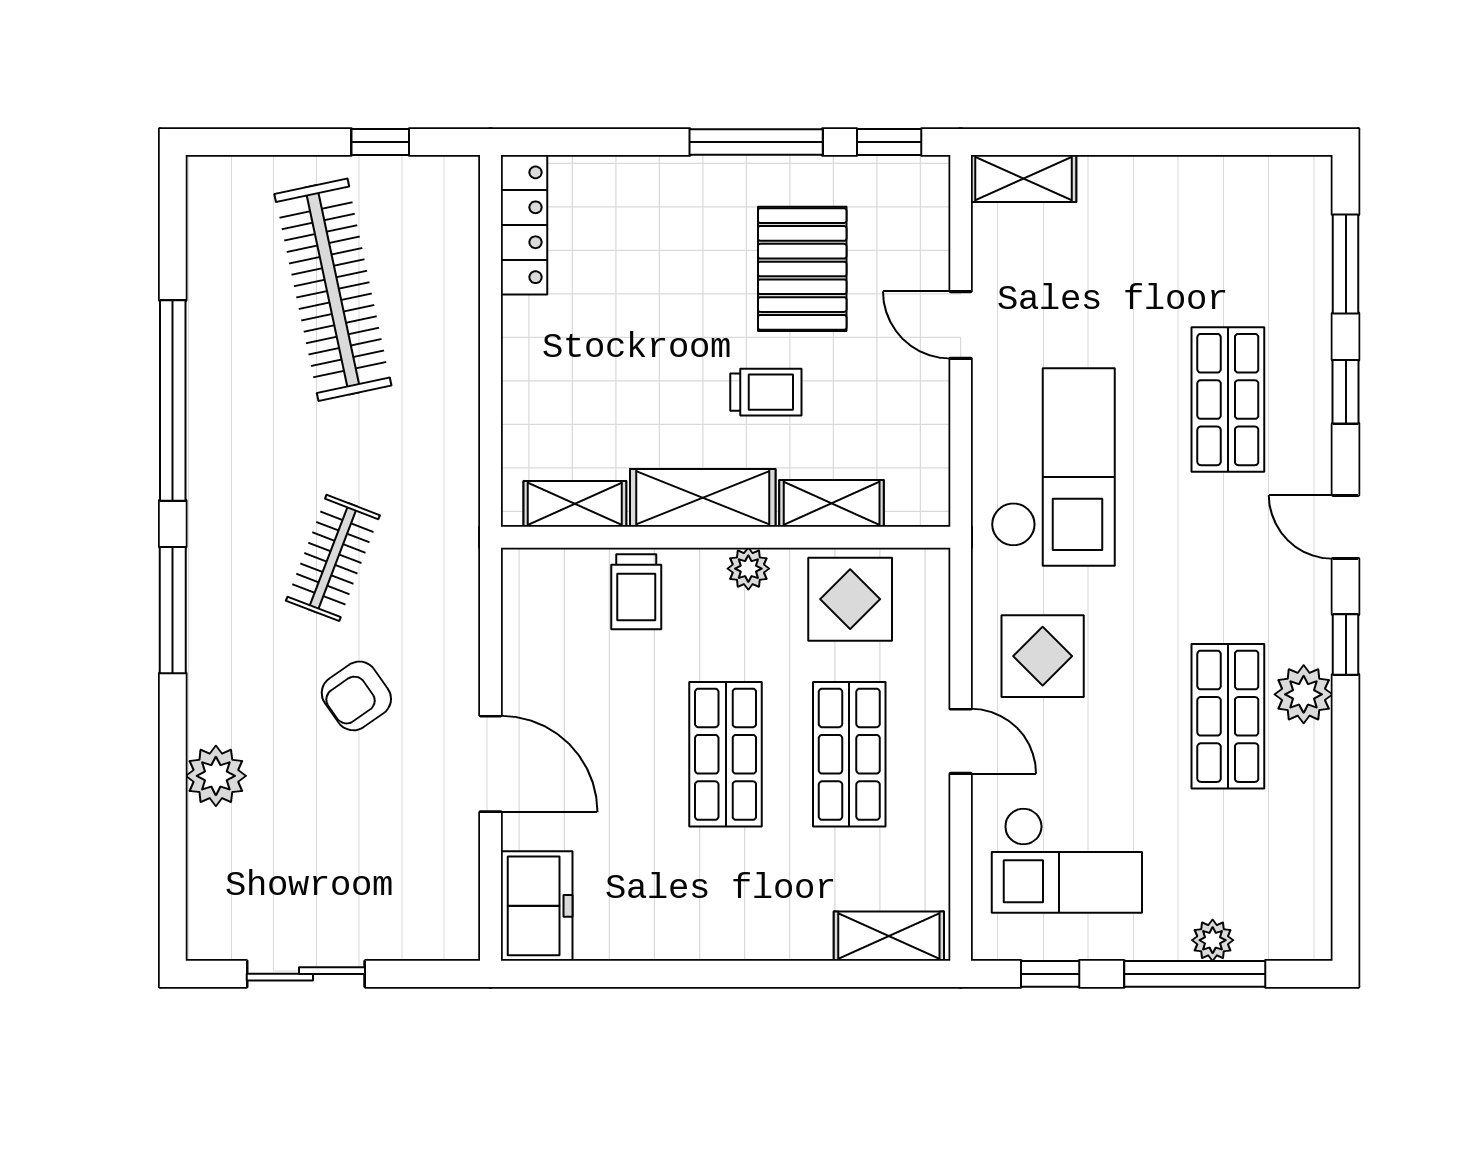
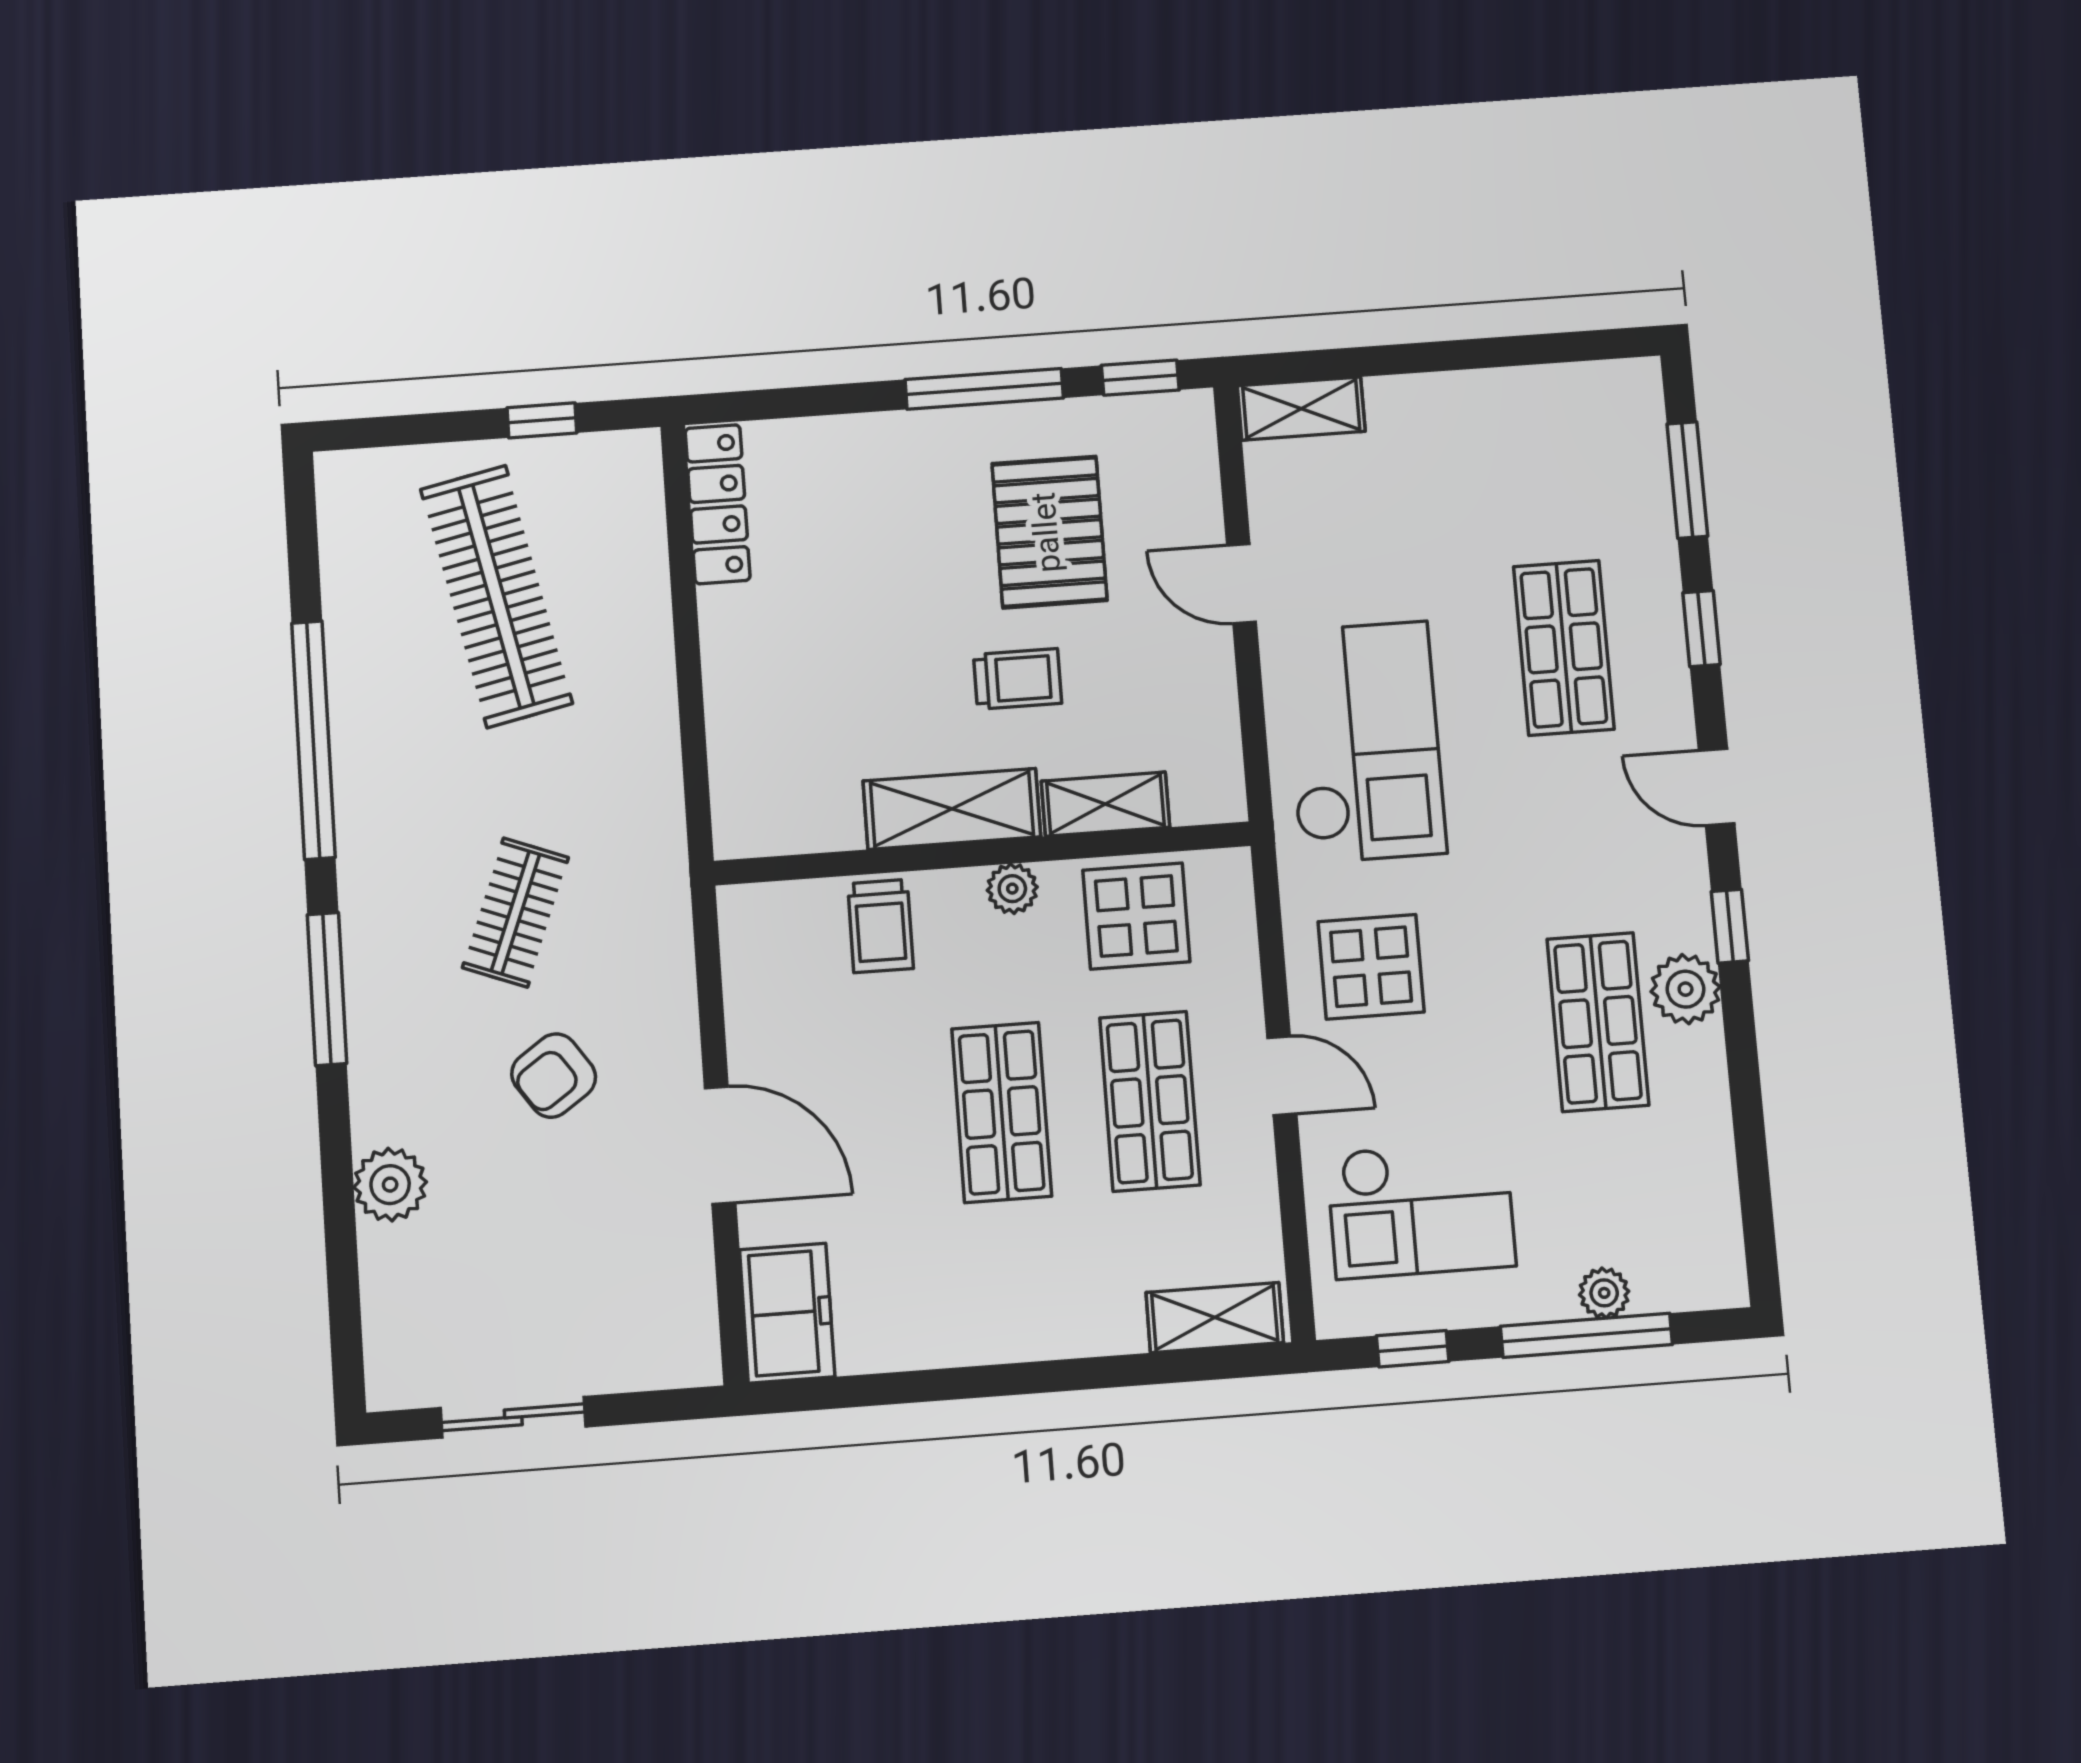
shelving: (575, 504) -> (800, 827), removed

